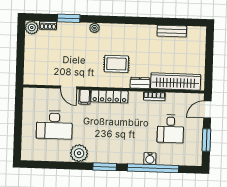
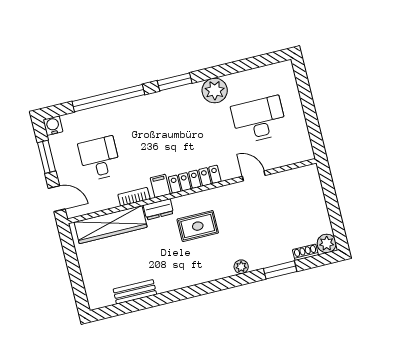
filing cabinet: (85, 97) -> (160, 186), moved
door: (207, 110) -> (57, 199), hinge flipped
water cooler: (150, 159) -> (53, 126), moved

